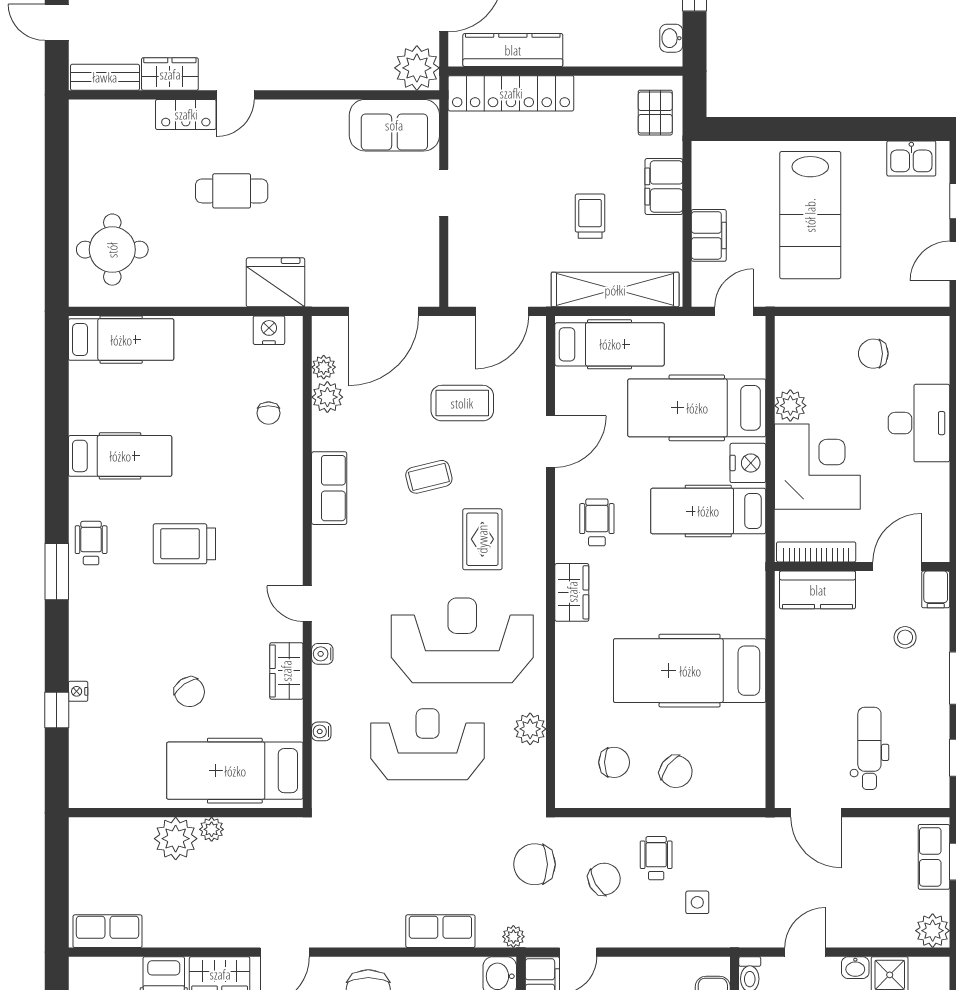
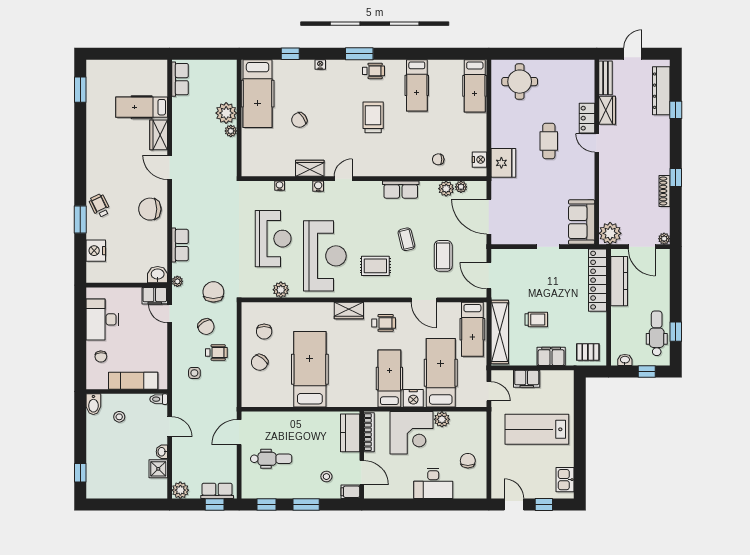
nightstand: (78, 691) -> (320, 64), moved
hospital bed: (235, 771) -> (258, 94), moved, turned 180

